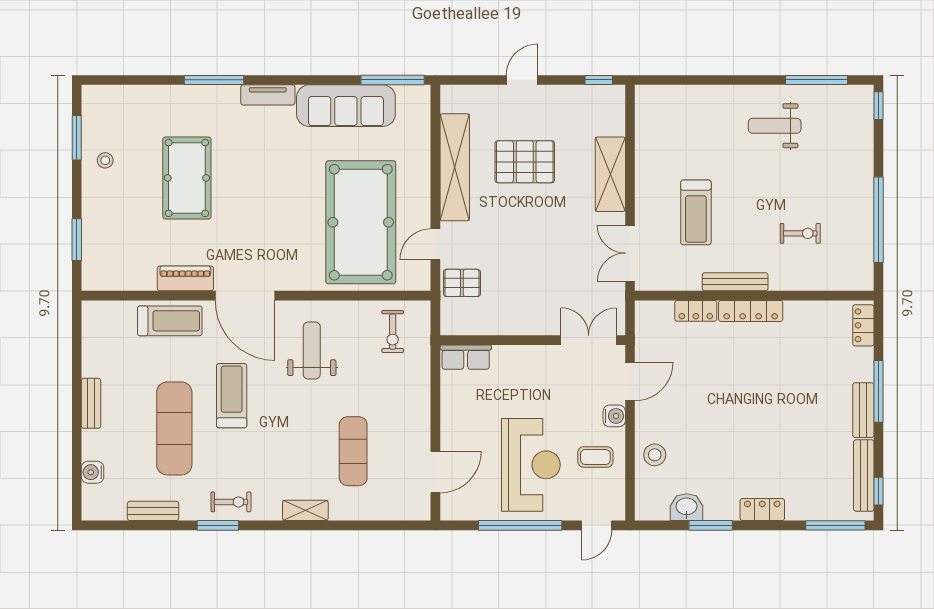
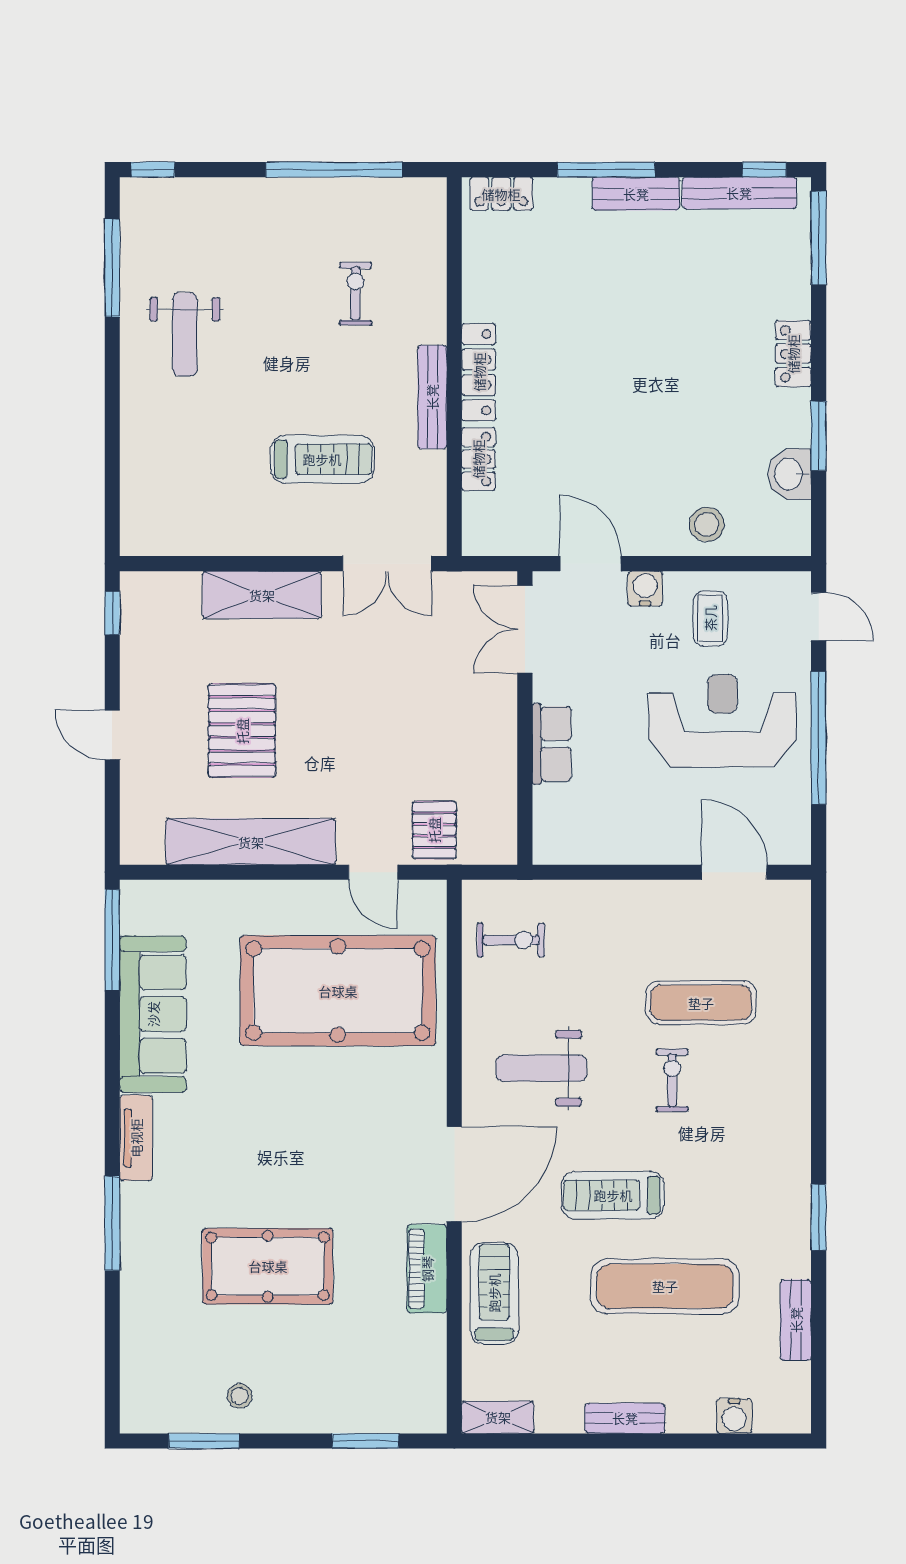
row of seats: (466, 357) -> (552, 744), moved
exercise bike: (231, 502) -> (672, 1080), moved
shelving: (305, 510) -> (498, 1417), moved, turned 90

